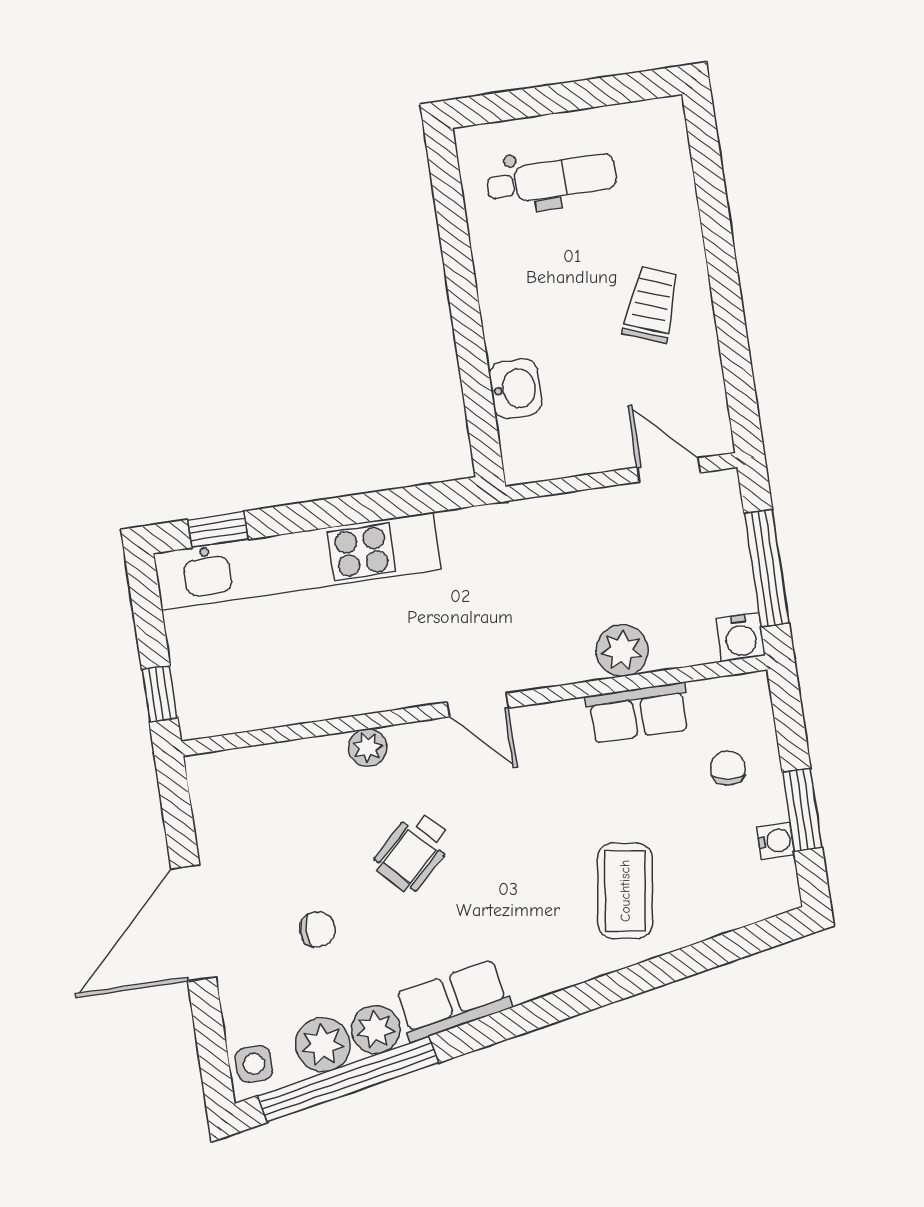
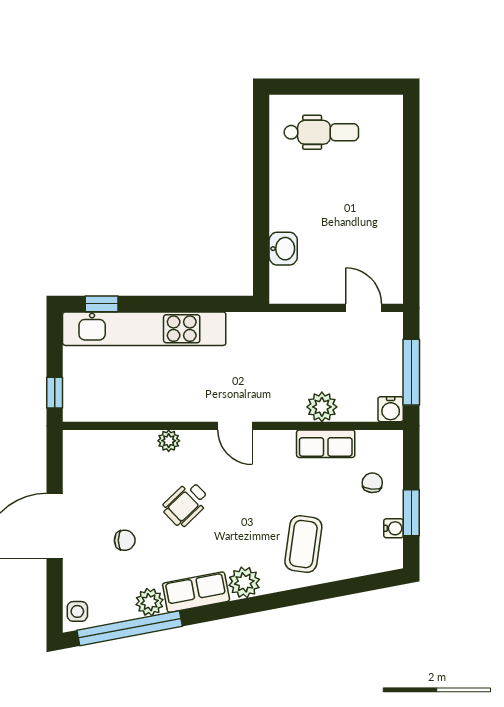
trolley: (651, 305) -> (368, 212), removed
plant: (323, 1045) -> (244, 582), moved

